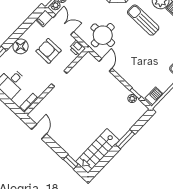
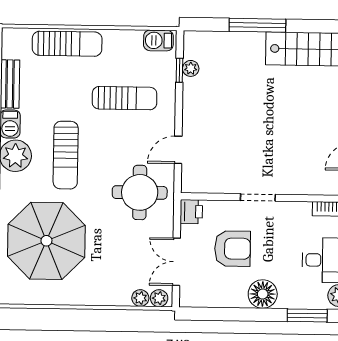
filing cabinet: (44, 18) -> (192, 297), removed
armchair: (49, 51) -> (232, 249), turned -90
sun lounger: (144, 63) -> (125, 98), added
window: (125, 139) -> (257, 25), width x1.44

